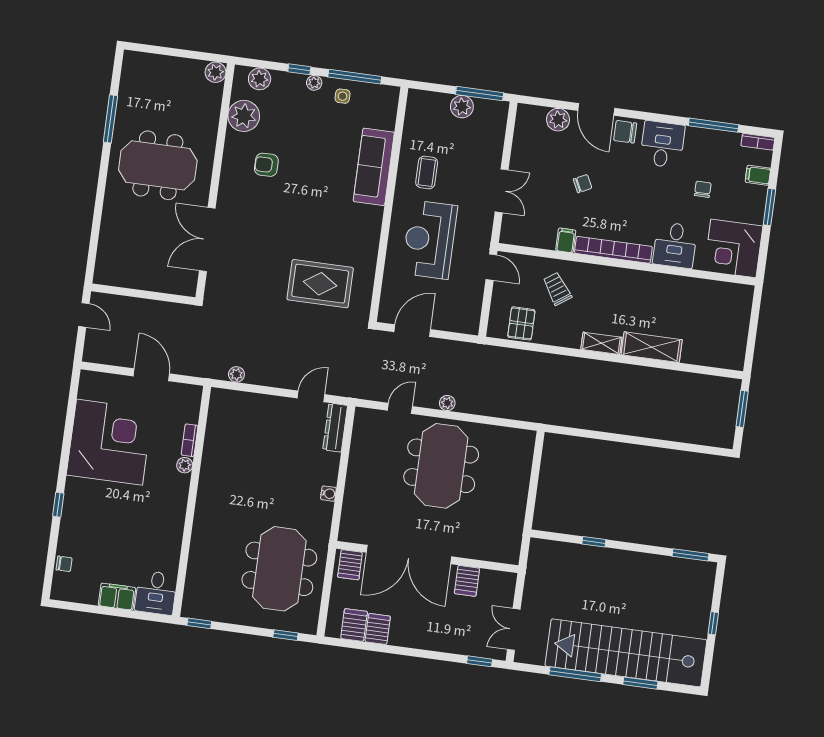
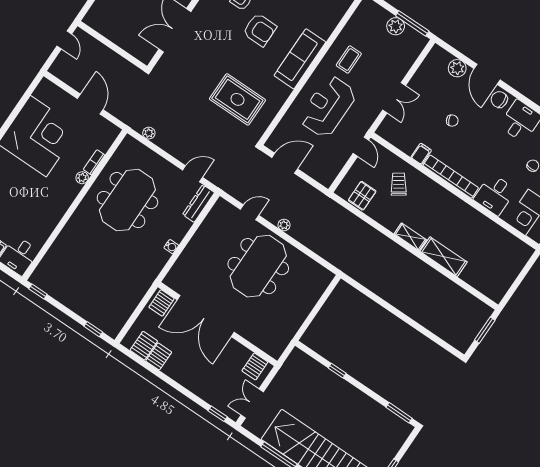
sofa: (374, 167) -> (300, 59), moved
armchair: (305, 190) -> (260, 30), added
meeting table: (279, 569) -> (127, 200), moved
server rack: (467, 581) -> (255, 366), moved

